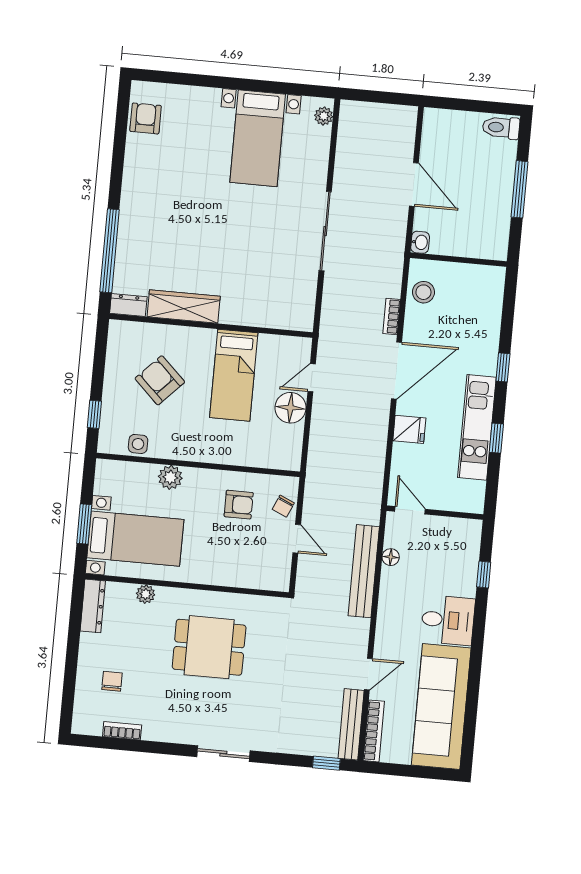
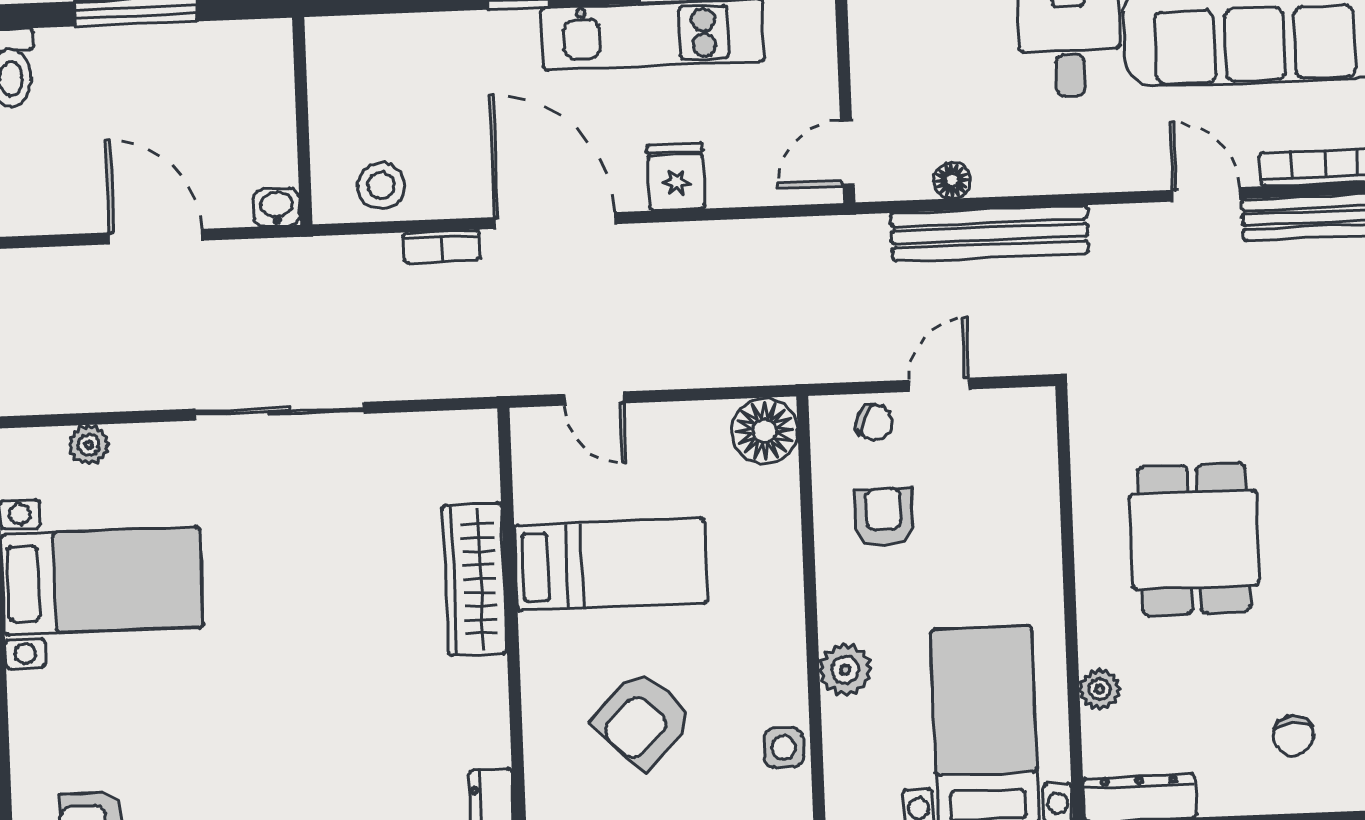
plant: (324, 116) -> (89, 445), moved
door: (414, 184) -> (156, 237), hinge flipped
wardrobe: (184, 306) -> (475, 579), moved
floor lamp: (290, 408) -> (765, 431), moved
chair: (112, 681) -> (1294, 736), turned -90

